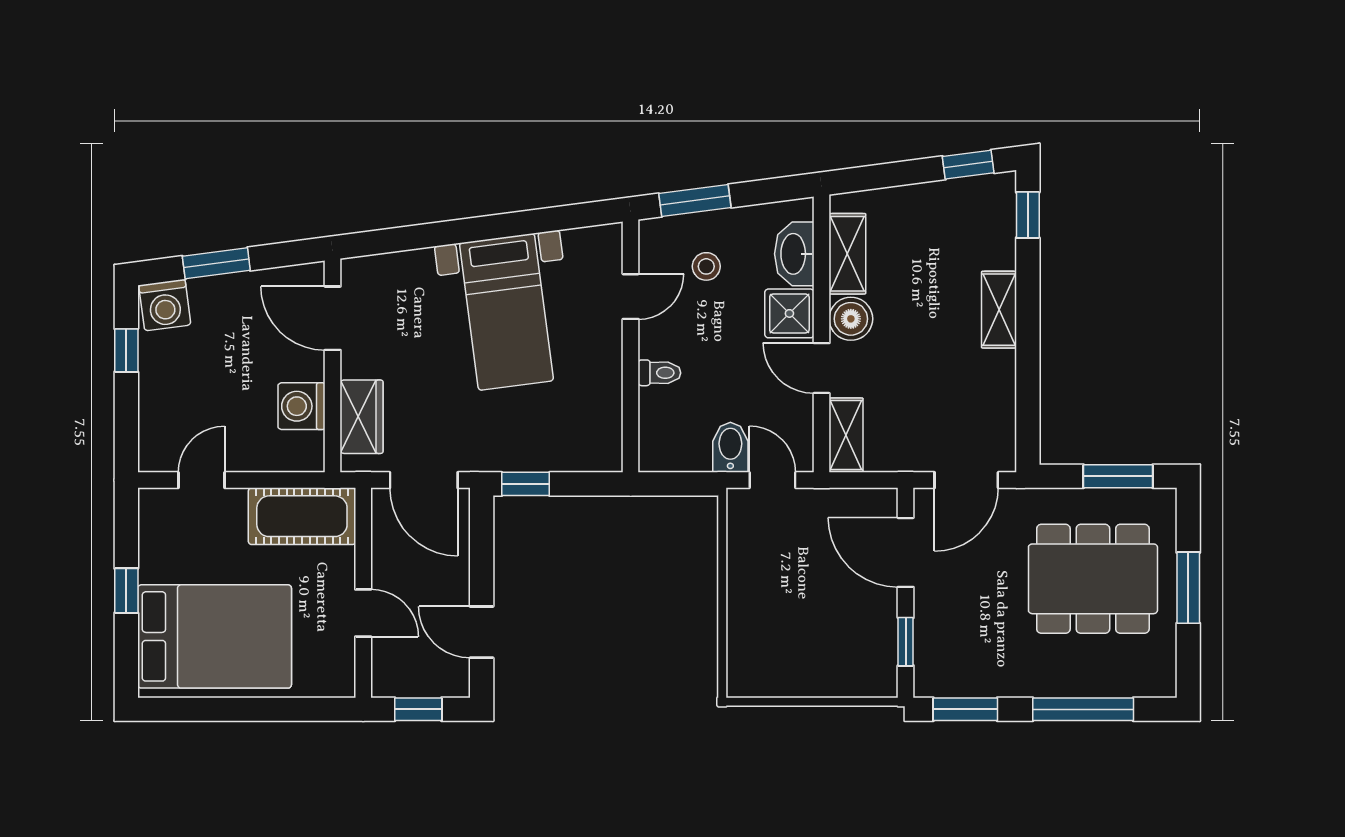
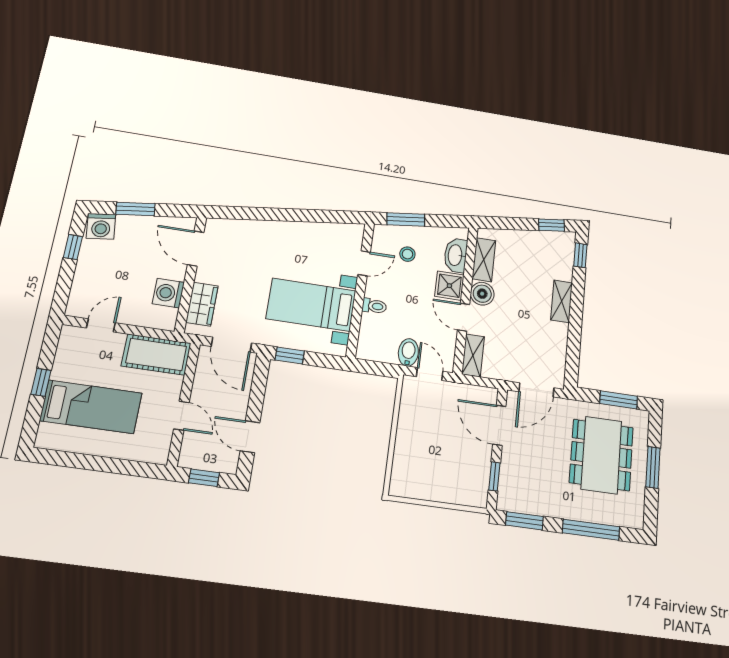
bed with nightstands: (506, 312) -> (311, 305), moved, turned 97
dining table: (1093, 579) -> (601, 455), turned 90
bed: (215, 636) -> (91, 407), width x0.67

